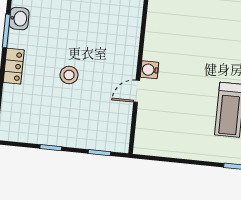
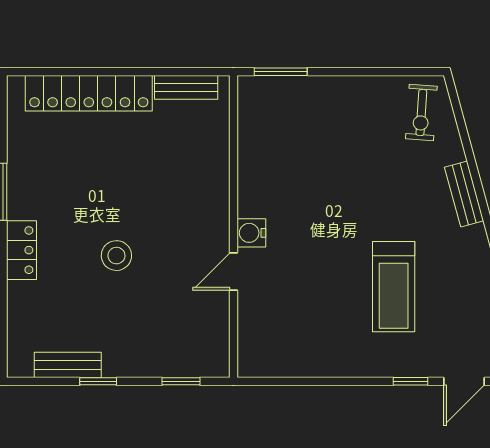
washbasin: (19, 19) -> (22, 169), removed
bench: (34, 136) -> (68, 365), added

